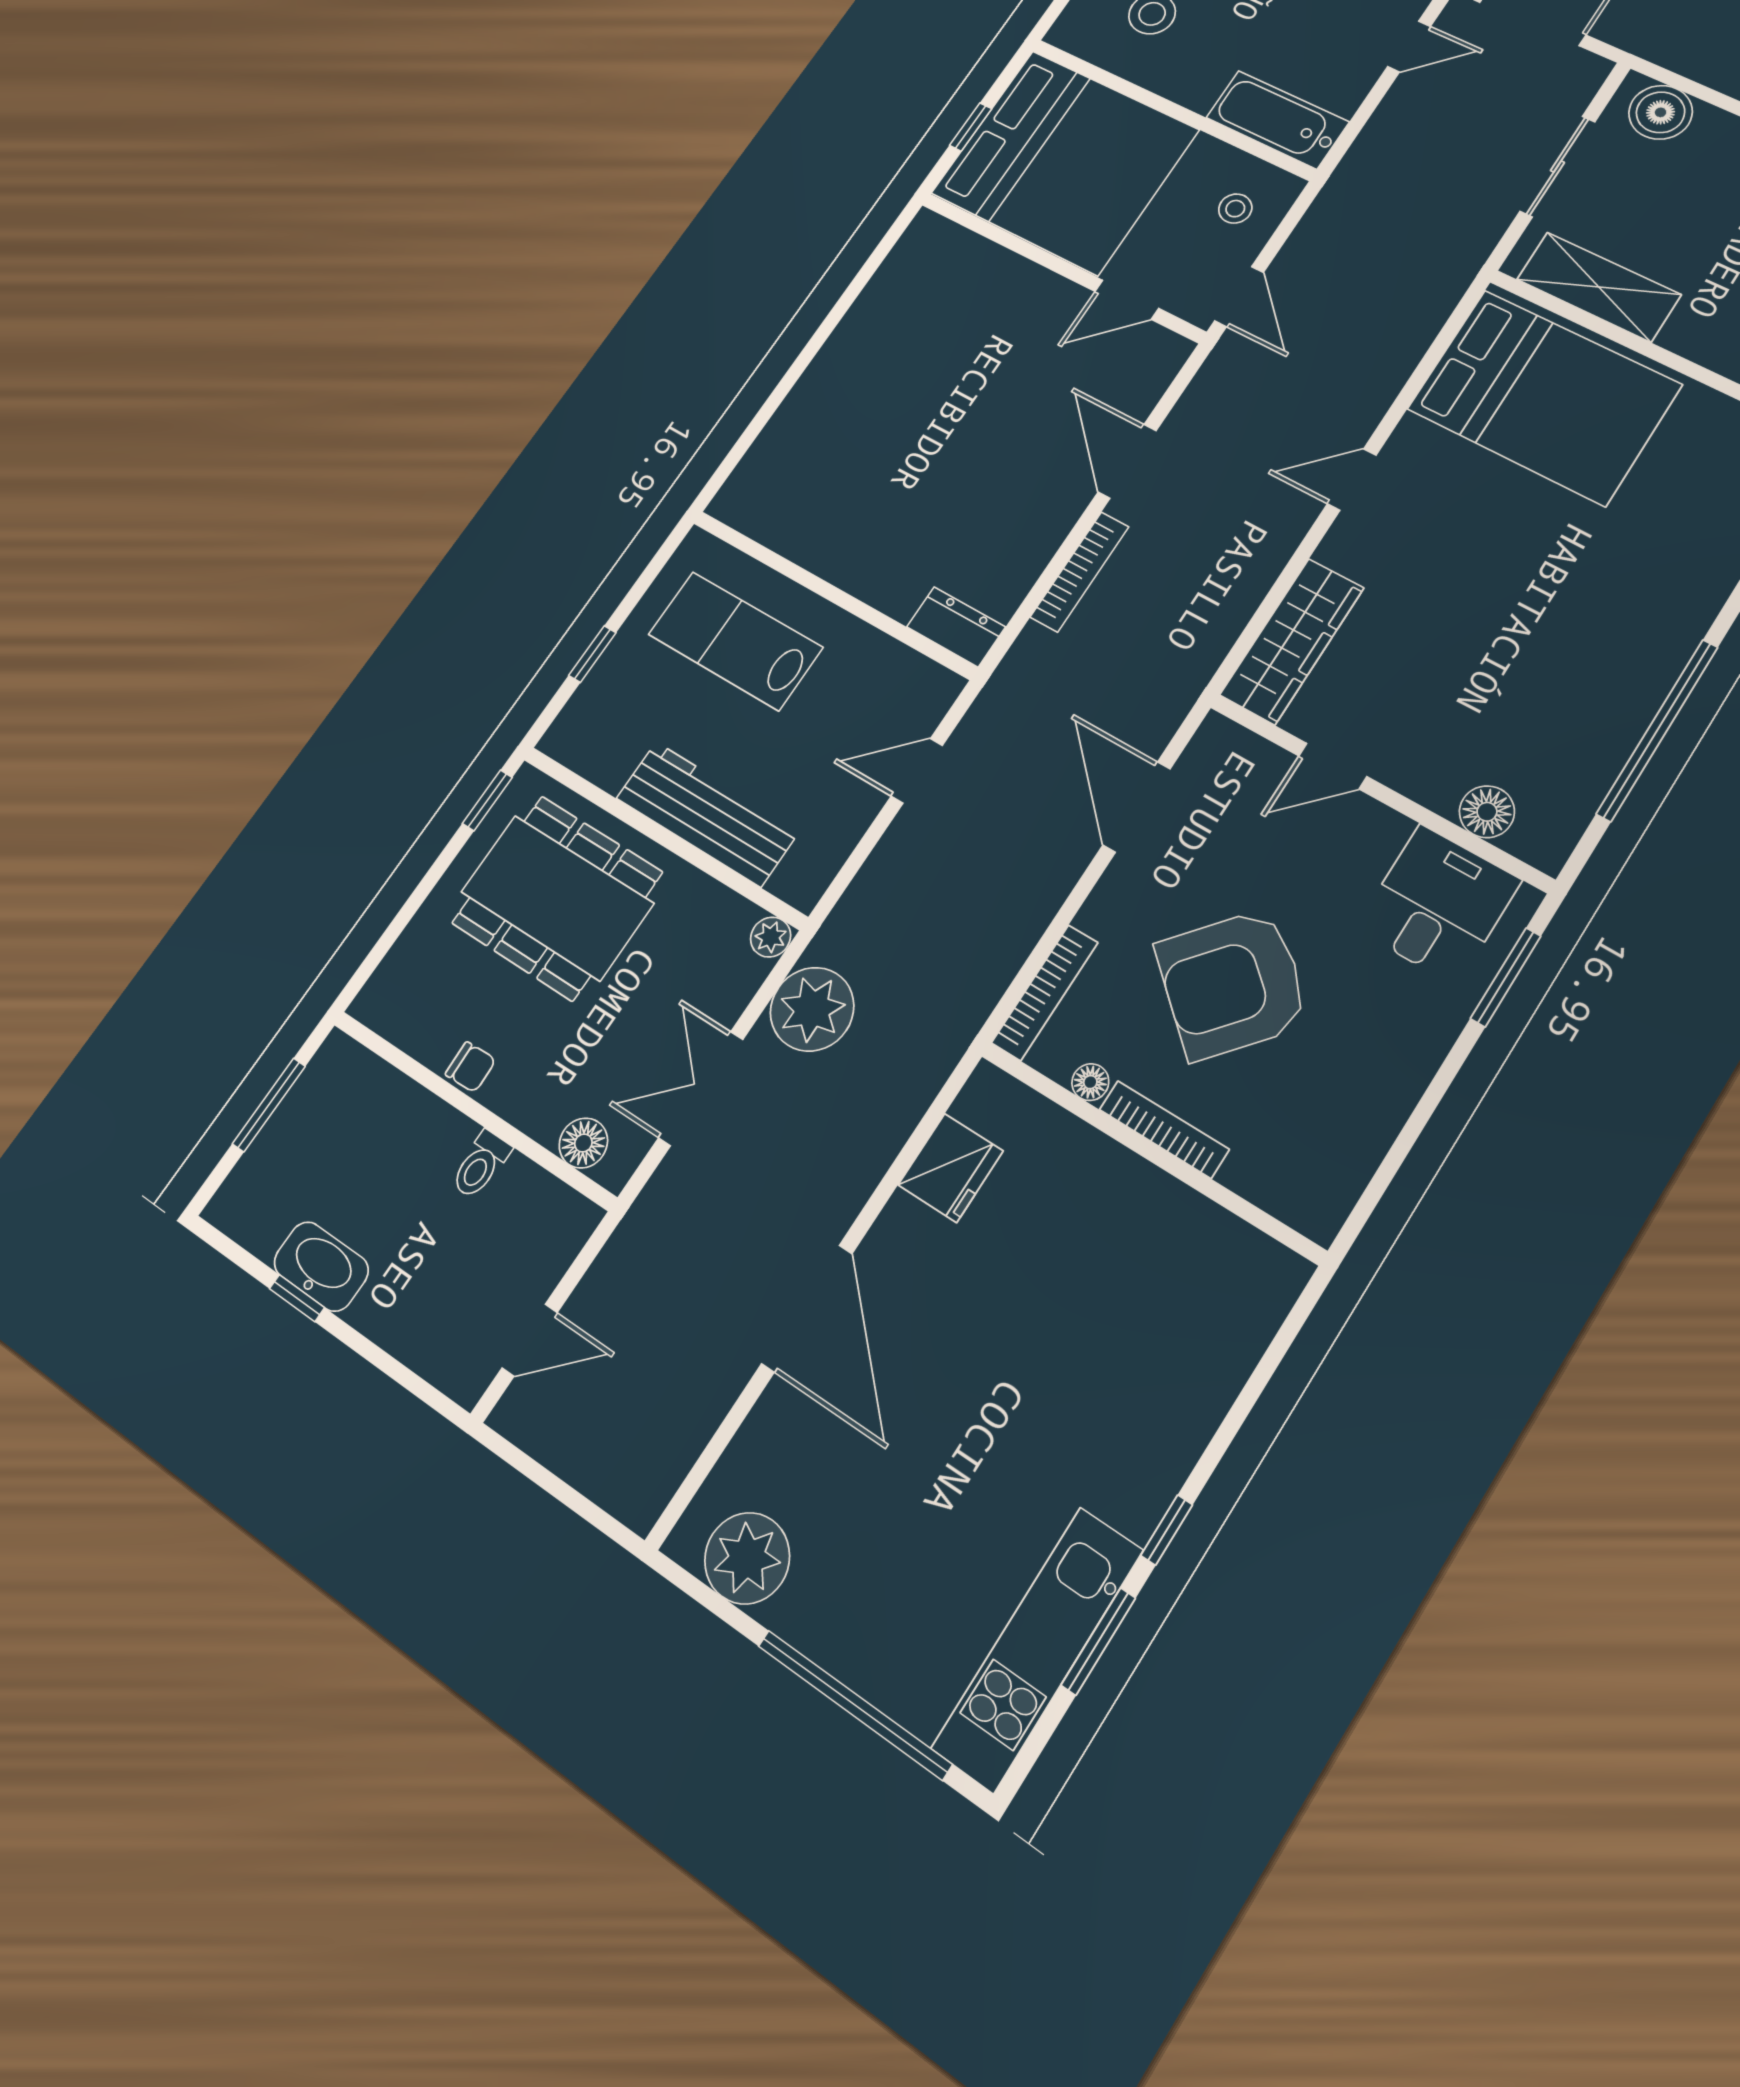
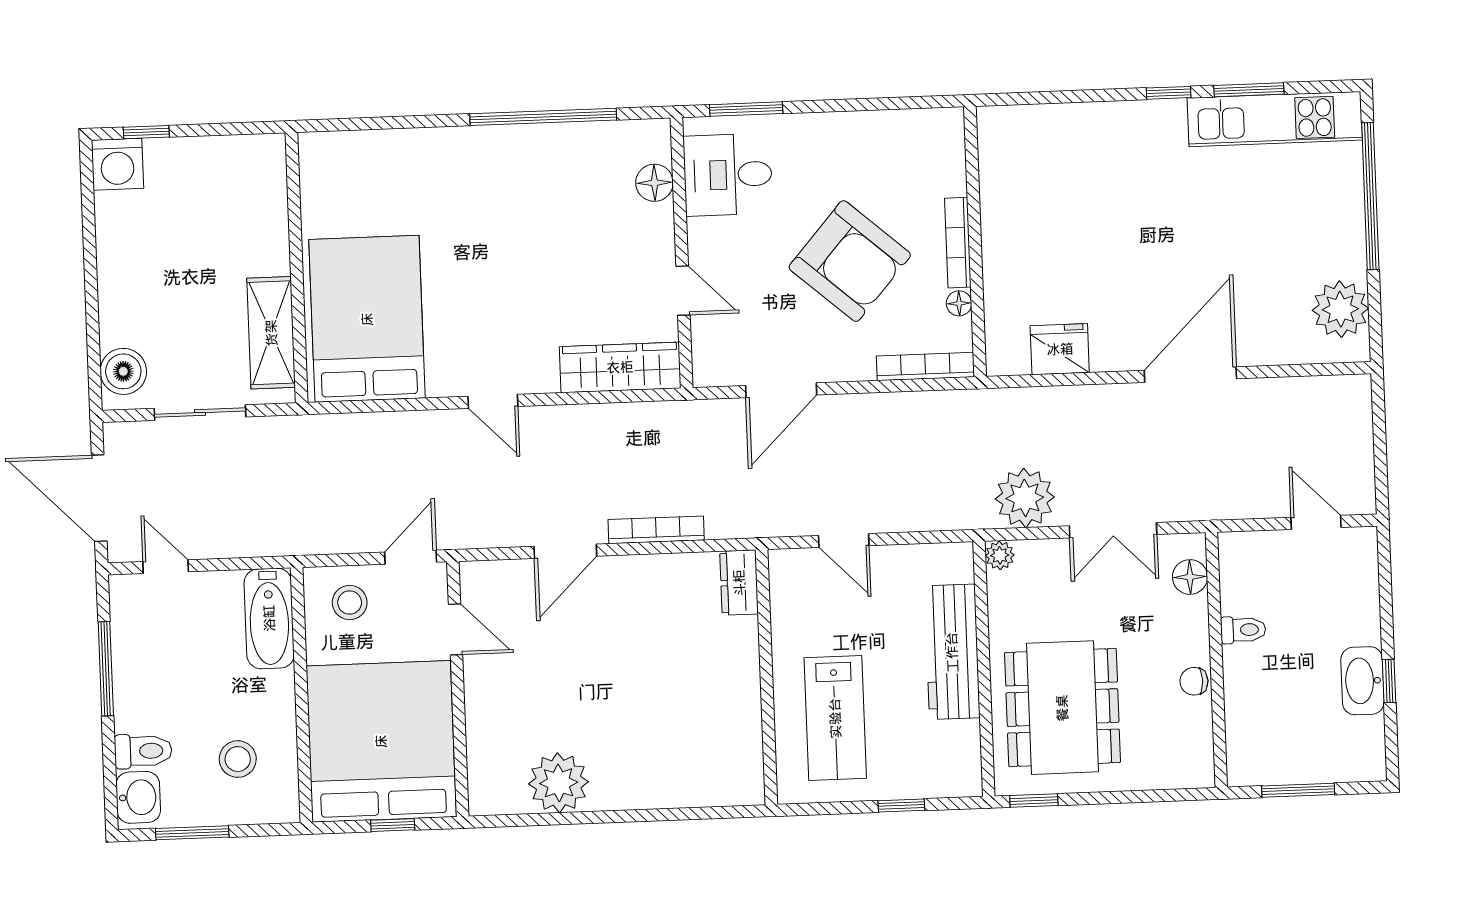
stool: (1235, 209) -> (350, 603), width x1.37, depth x1.37
plant: (888, 314) -> (559, 783), added
chair: (471, 1067) -> (1194, 681), turned -88

